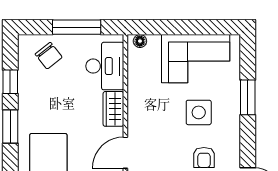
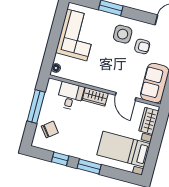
desk: (105, 66) -> (70, 96), width x0.73
side table: (199, 112) -> (123, 34), moved

